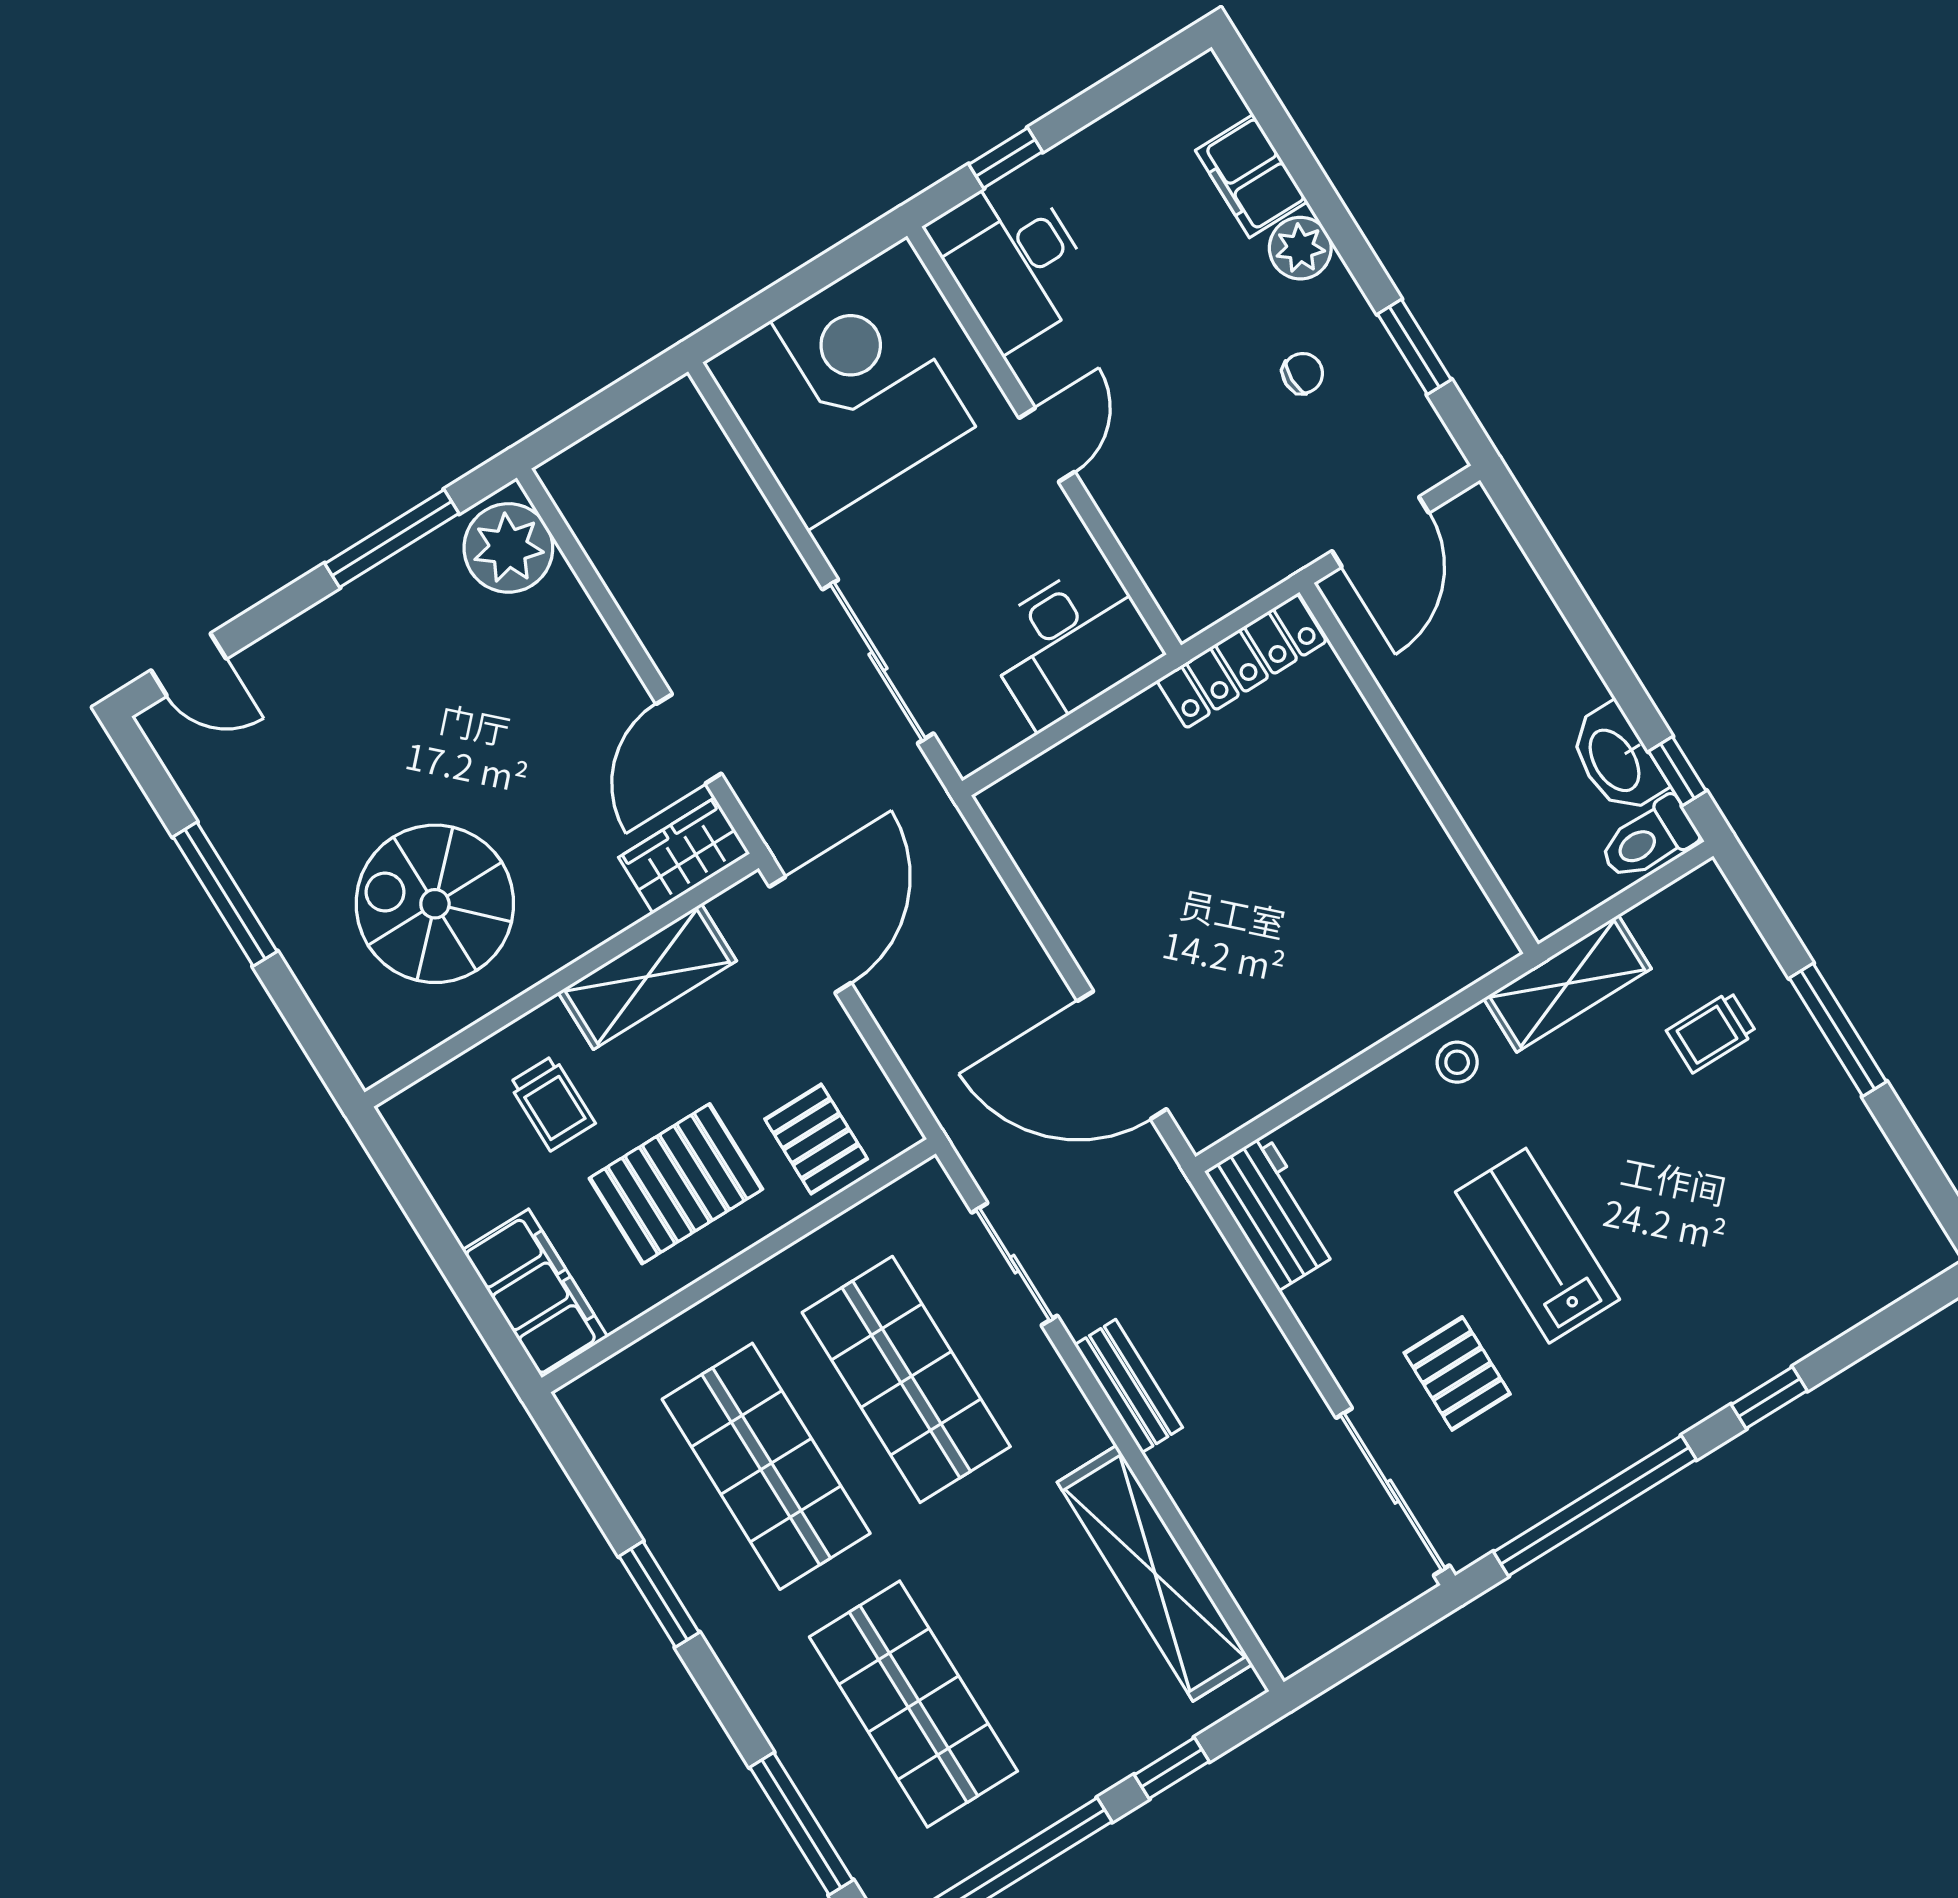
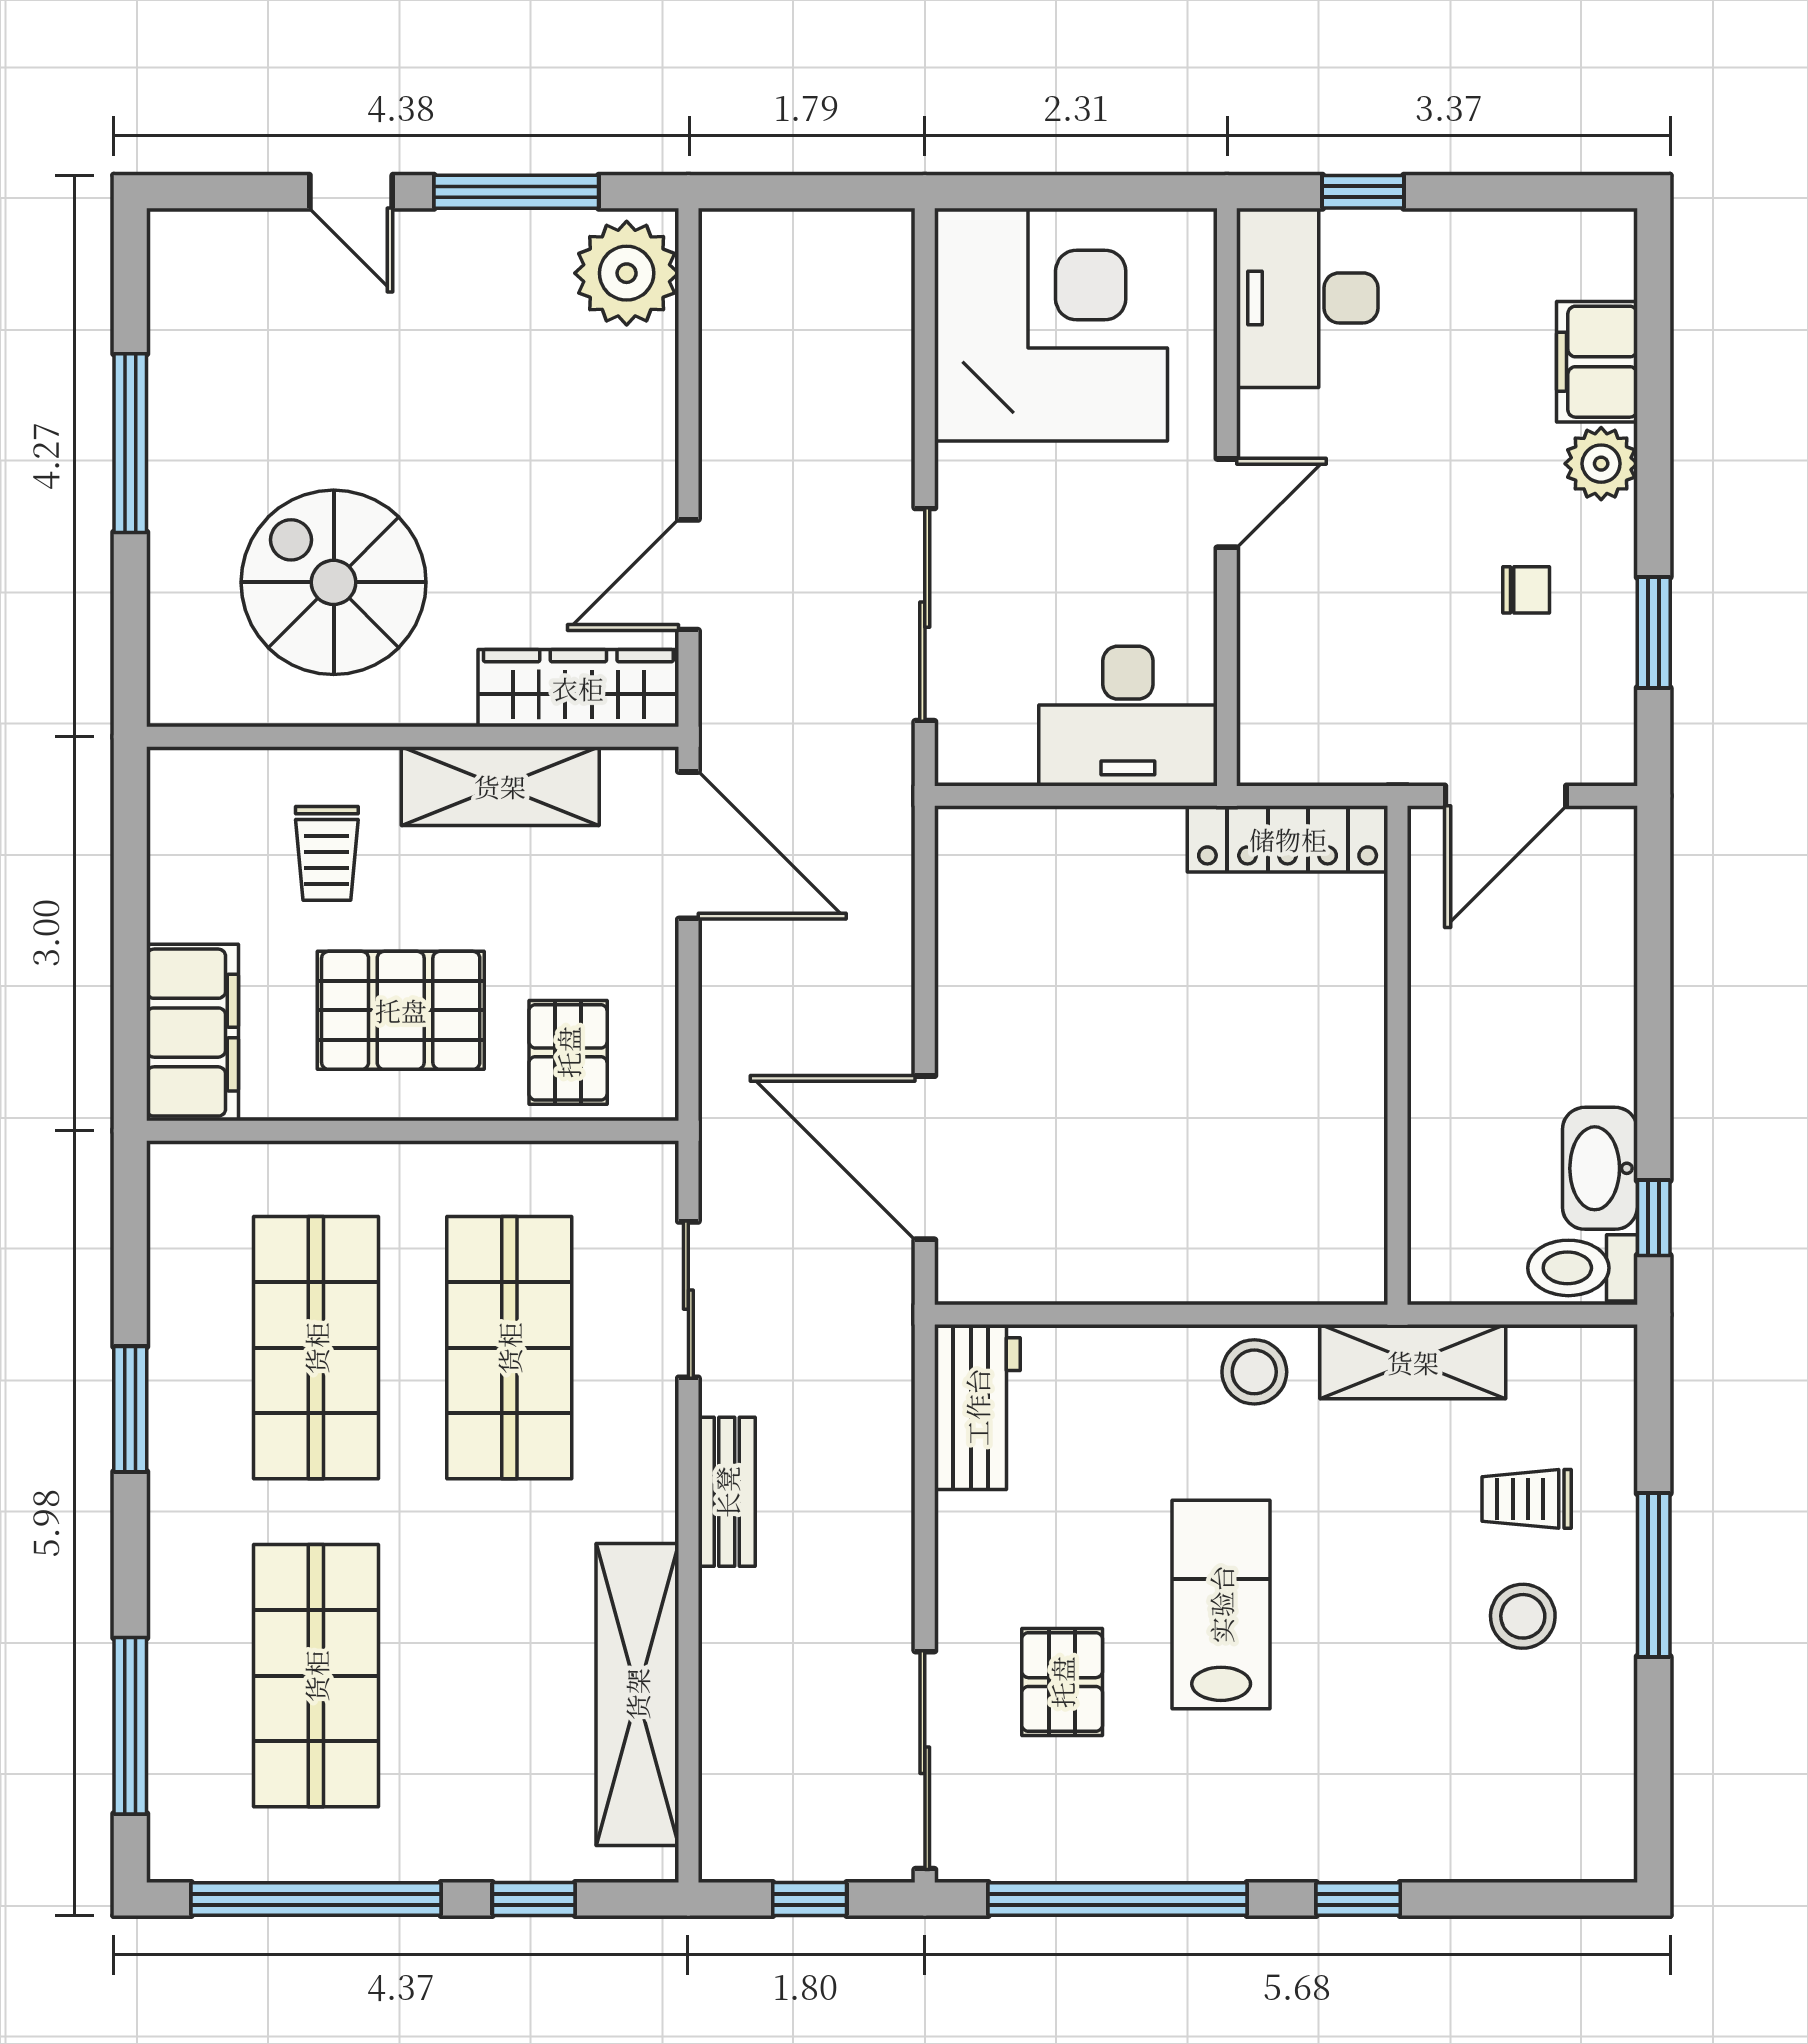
door: (189, 665) -> (351, 192), moved
wardrobe: (684, 855) -> (578, 688), width x1.50
door: (810, 935) -> (688, 845), hinge flipped
stool: (1457, 1062) -> (1254, 1372), width x1.37, depth x1.37
stool: (1762, 1119) -> (1523, 1616), added
window: (1372, 1644) -> (810, 1899), added

